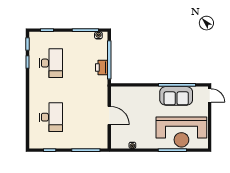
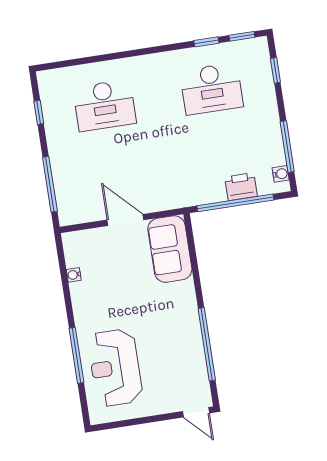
printer: (102, 68) -> (241, 187), moved
door: (210, 95) -> (196, 412), hinge flipped
sofa: (176, 96) -> (170, 249), moved
door: (109, 116) -> (125, 220), swing flipped
reception desk: (181, 132) -> (115, 368), width x0.74, depth x0.77

